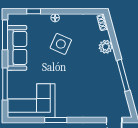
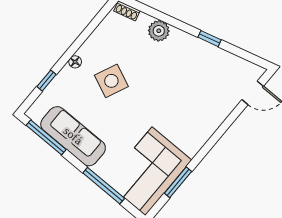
window: (123, 75) -> (209, 39), width x0.46
window: (56, 120) -> (178, 182), moved

